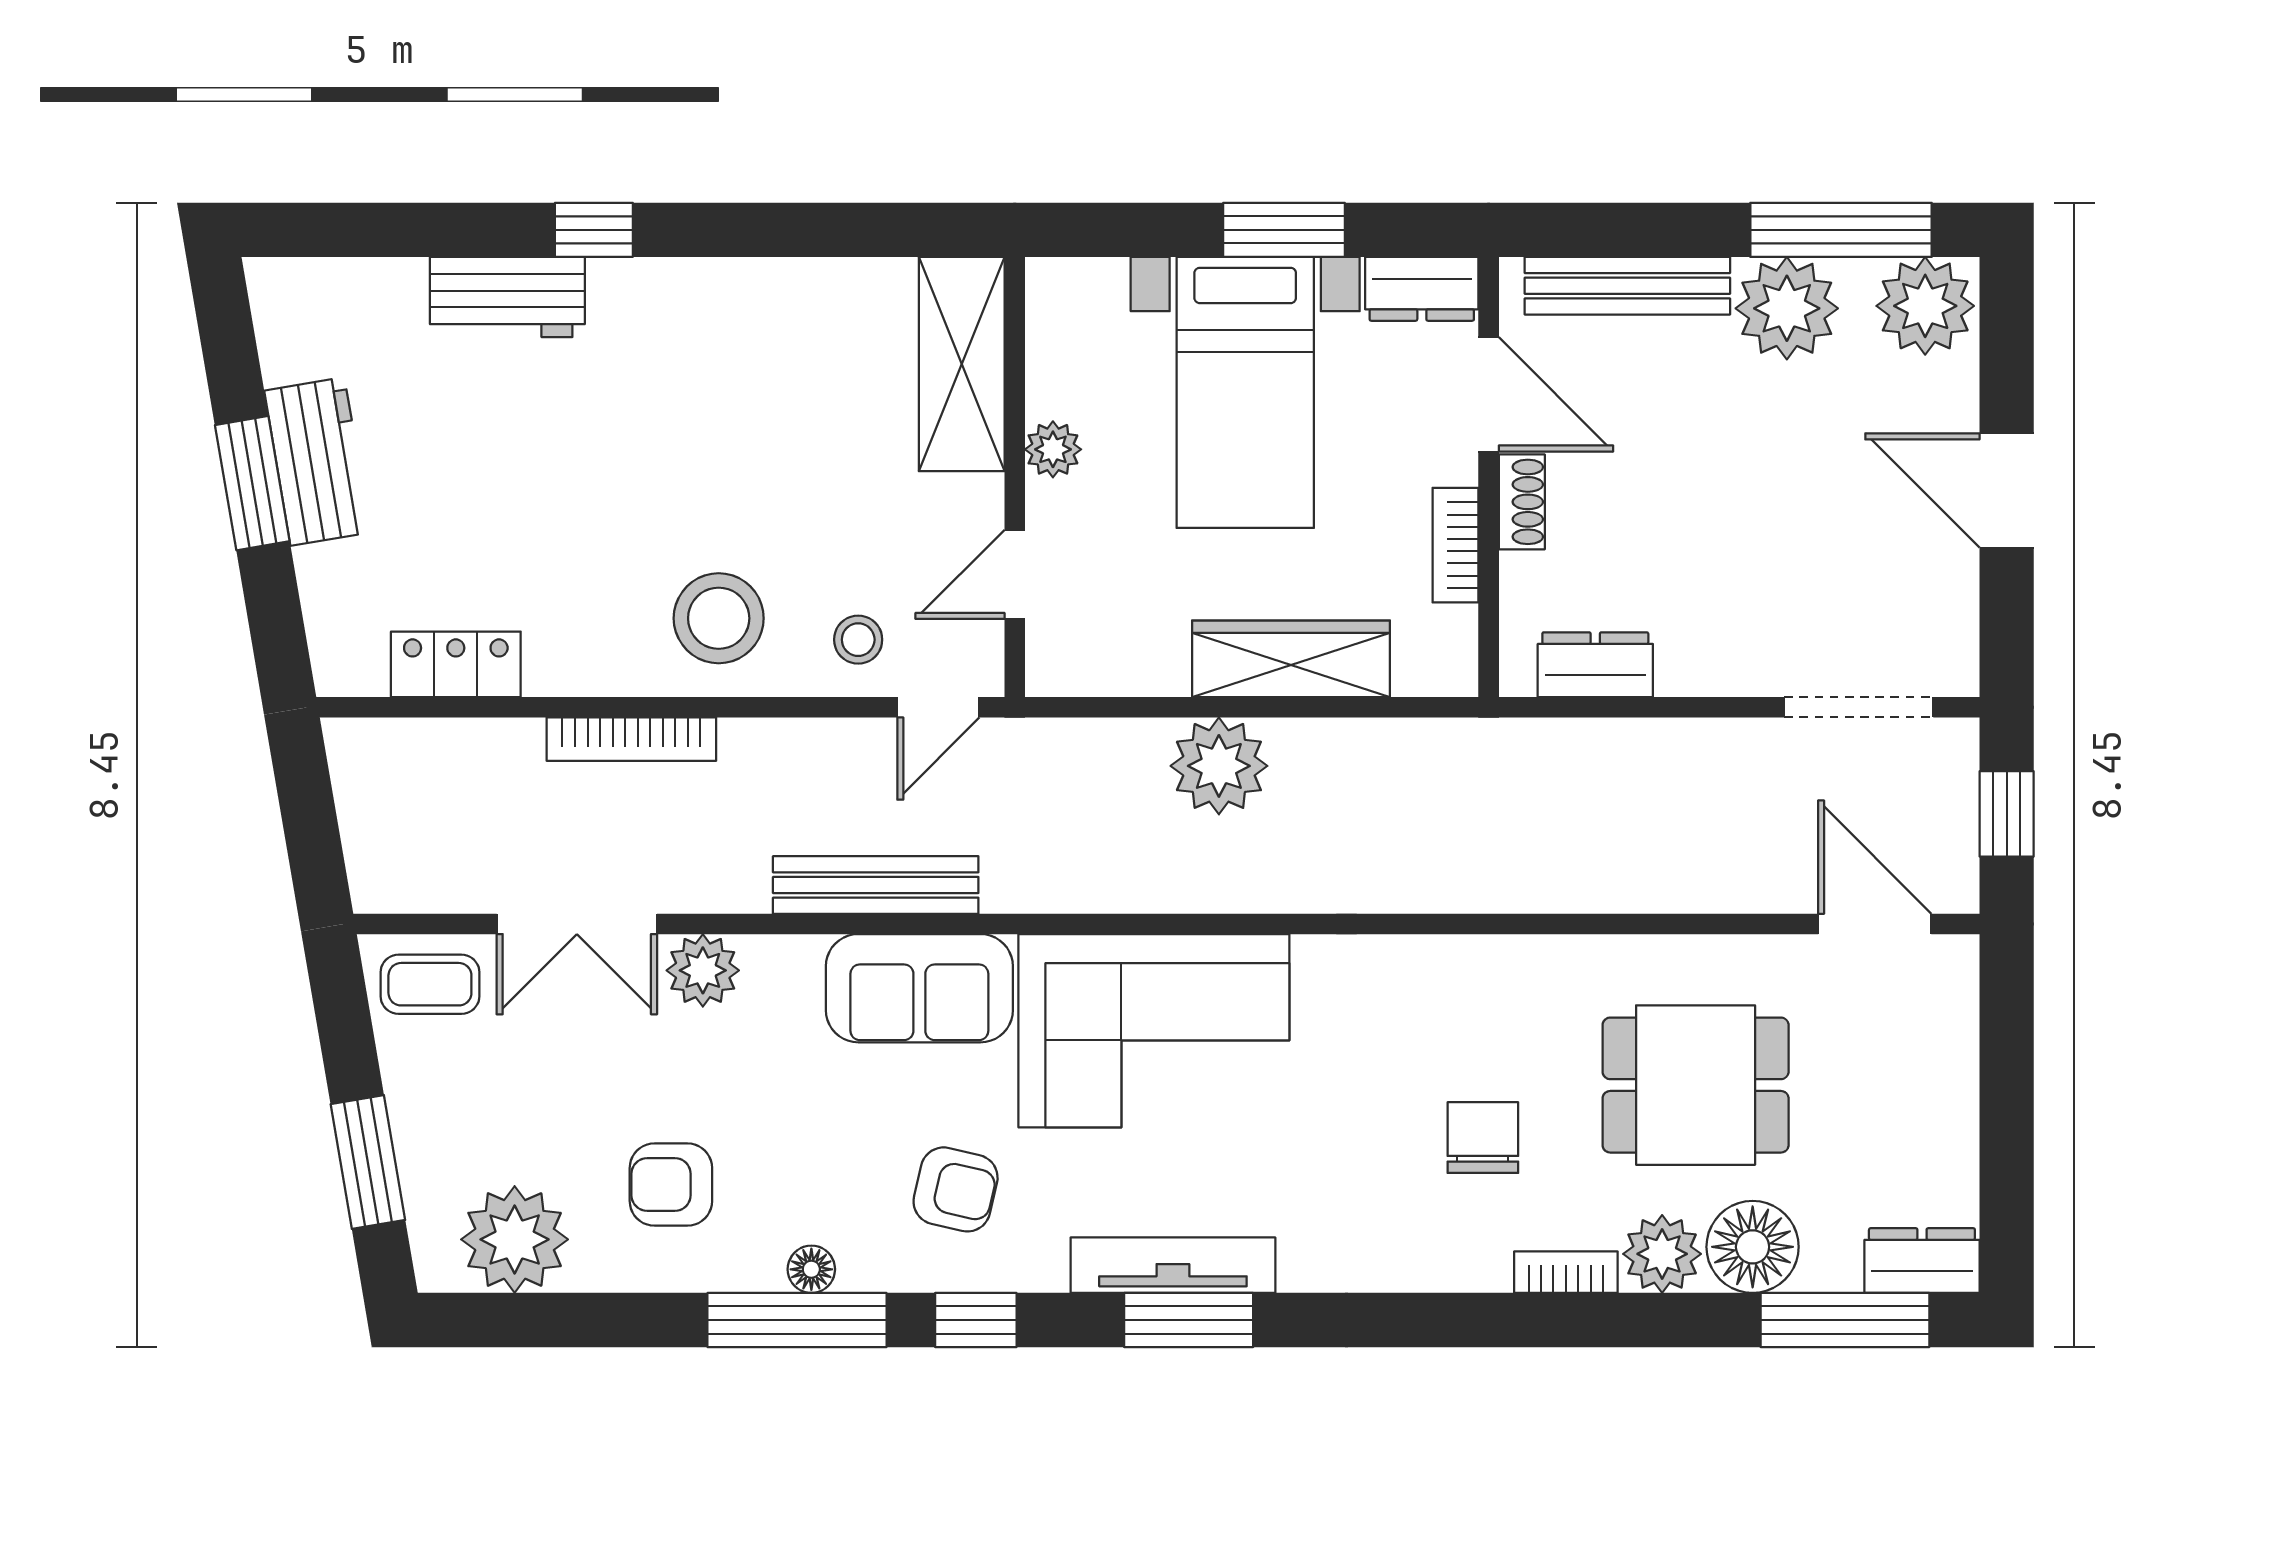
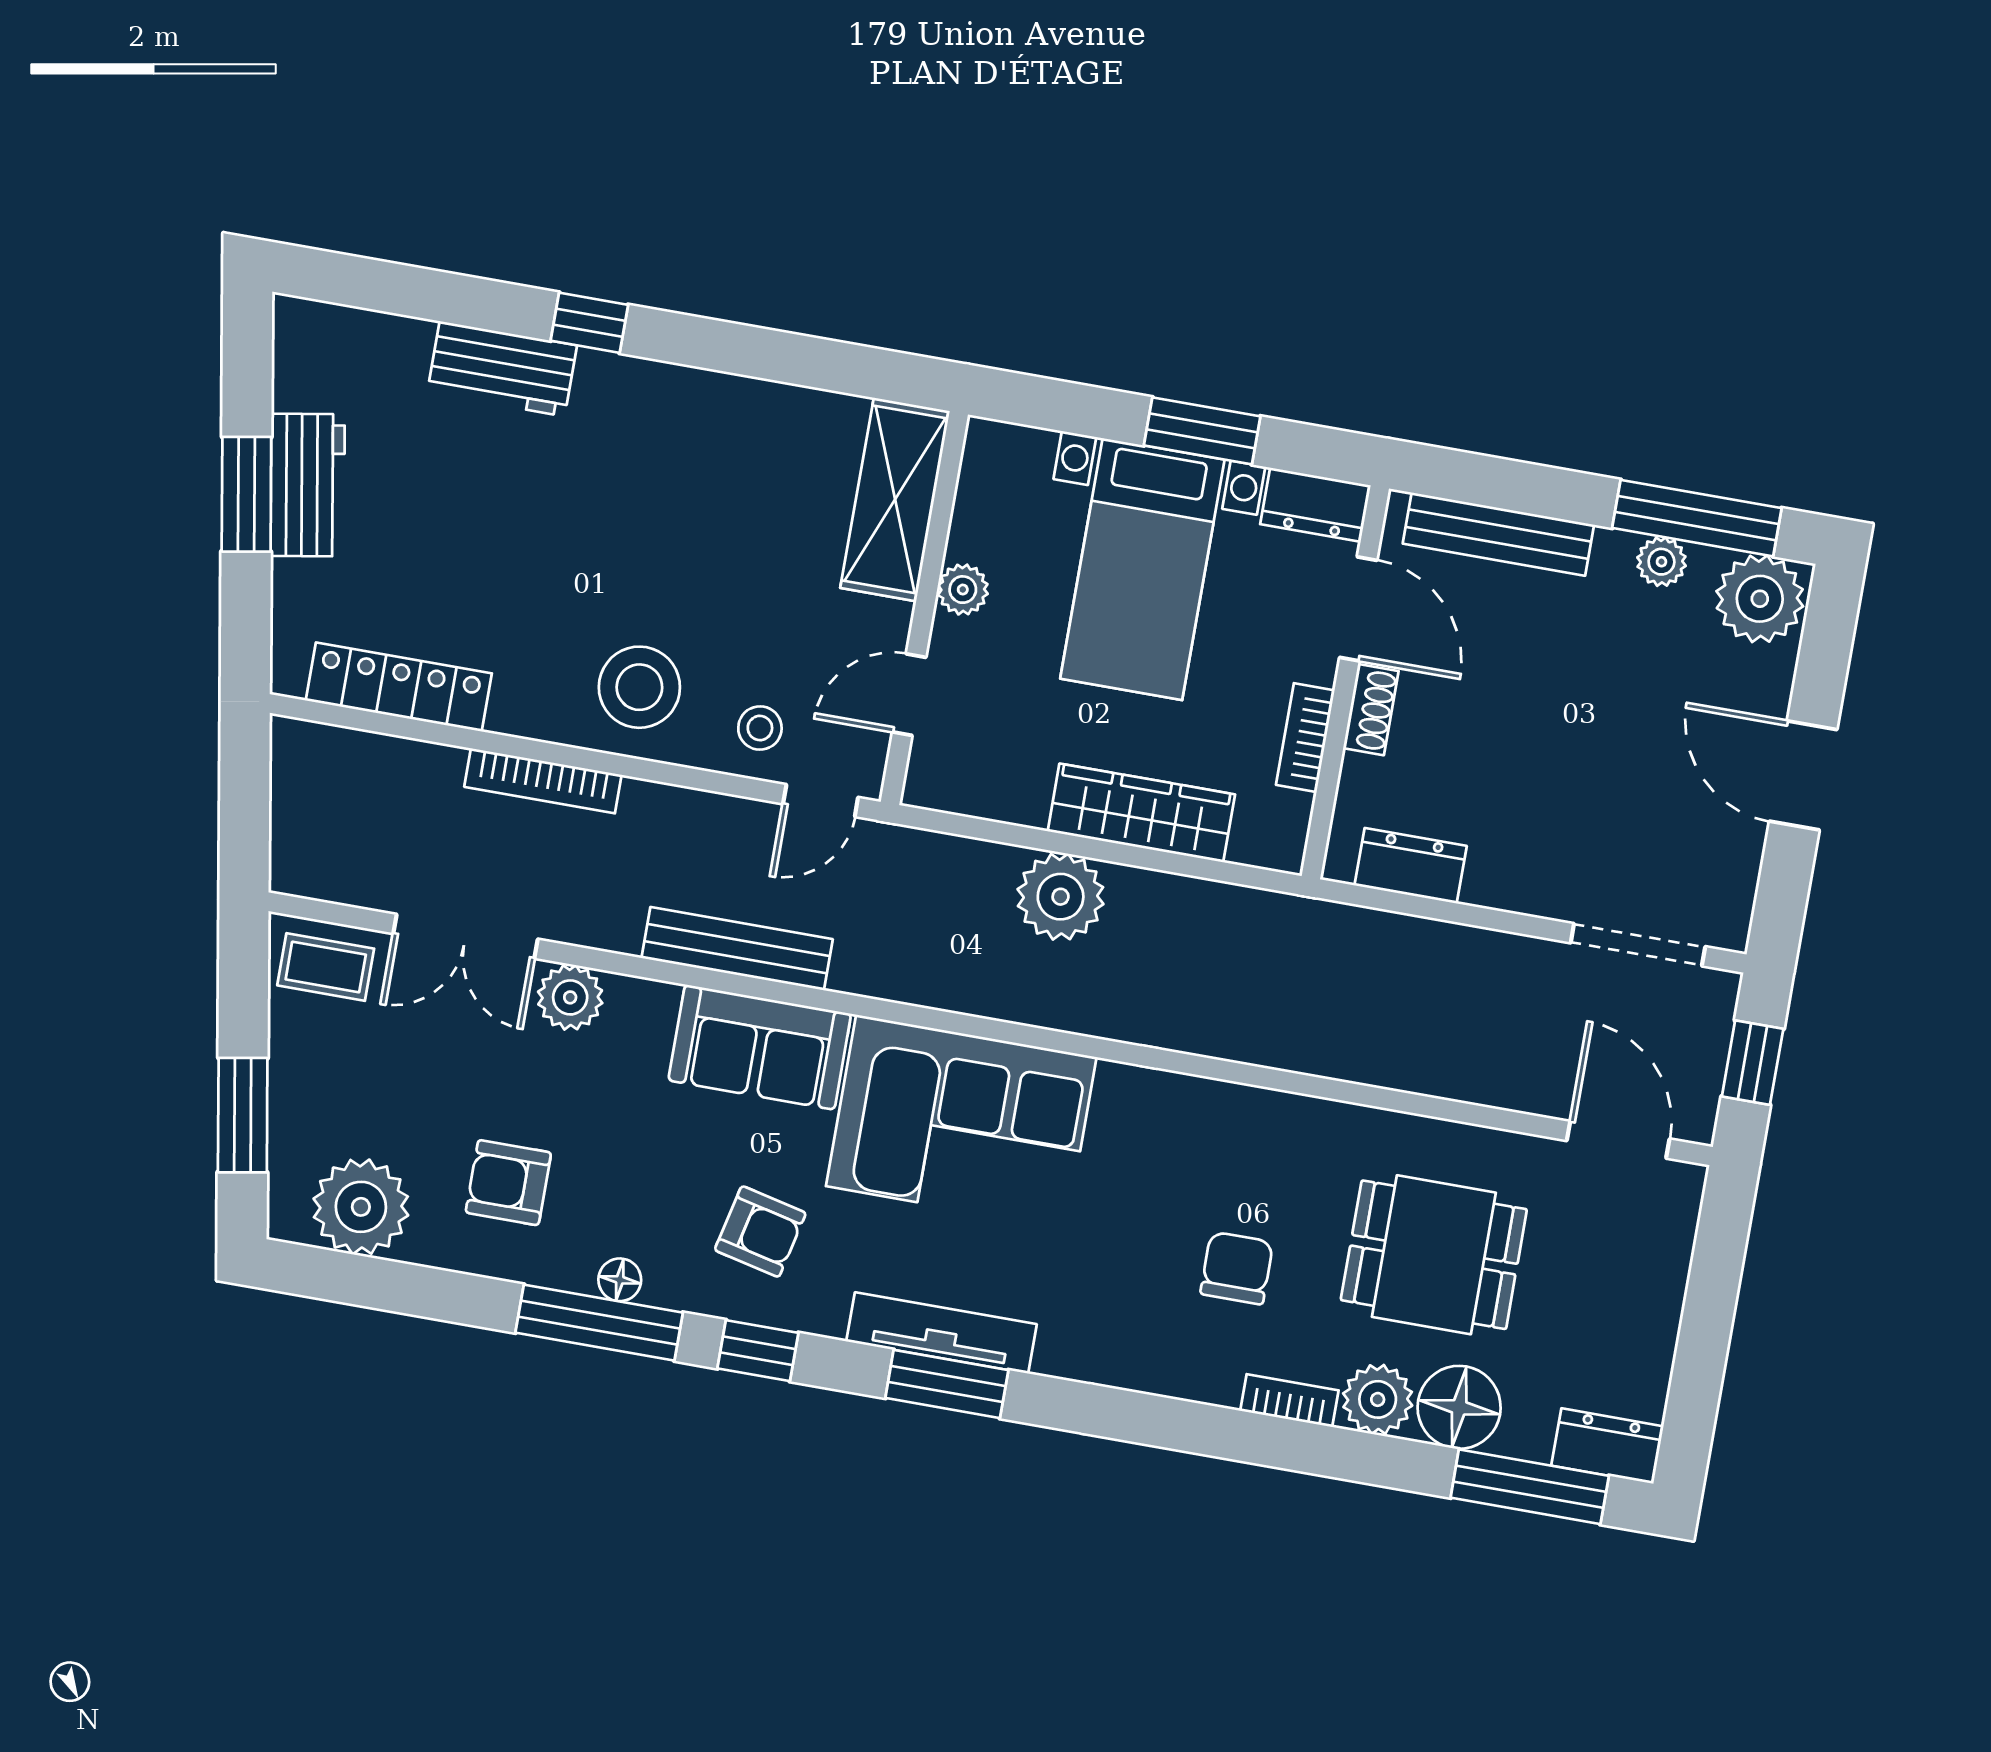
plant: (1787, 308) -> (1661, 562), width x0.53, depth x0.53
locker: (456, 664) -> (399, 687), width x1.53

